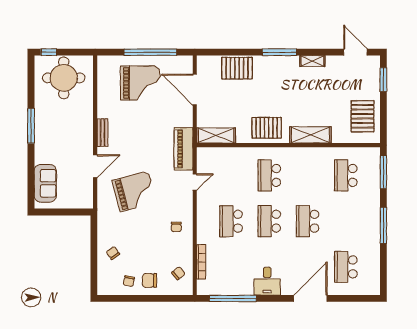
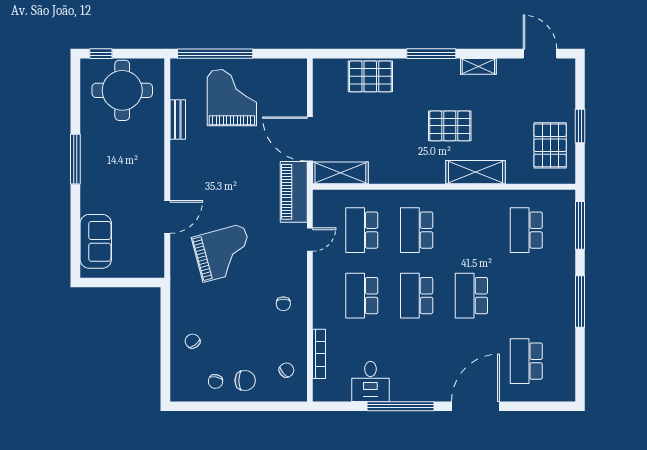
window: (150, 52) -> (215, 54), moved
window: (383, 80) -> (580, 126), moved
grand piano: (140, 83) -> (232, 98), turned -90
door: (195, 90) -> (310, 139), moved
pallet: (267, 128) -> (450, 126), moved
bench: (102, 133) -> (178, 120), moved
school desk: (231, 175) -> (362, 230), added
chair: (150, 280) -> (245, 381), turned 180
desk: (267, 281) -> (370, 381), moved
window: (233, 298) -> (400, 406), moved

